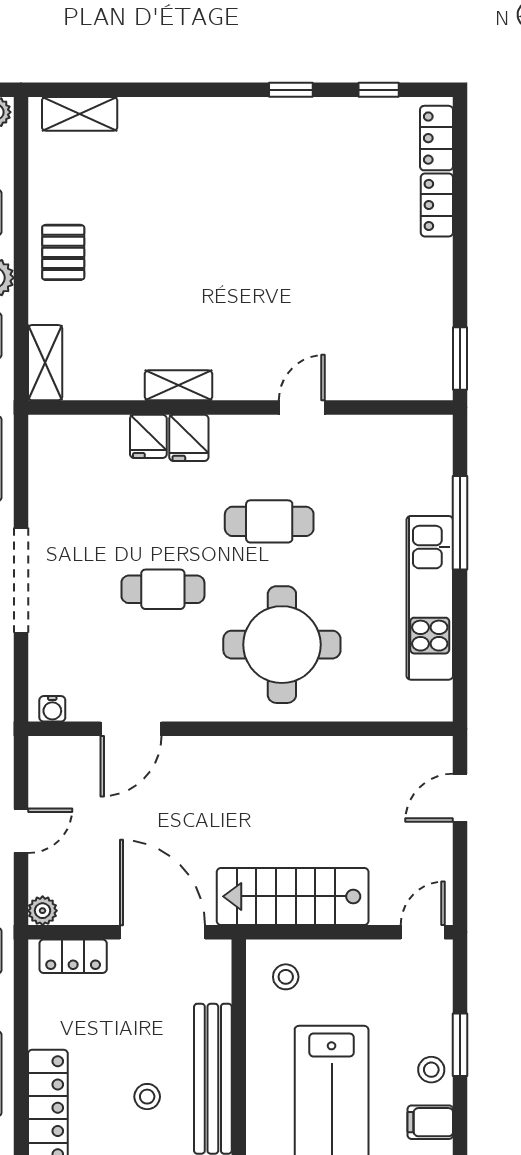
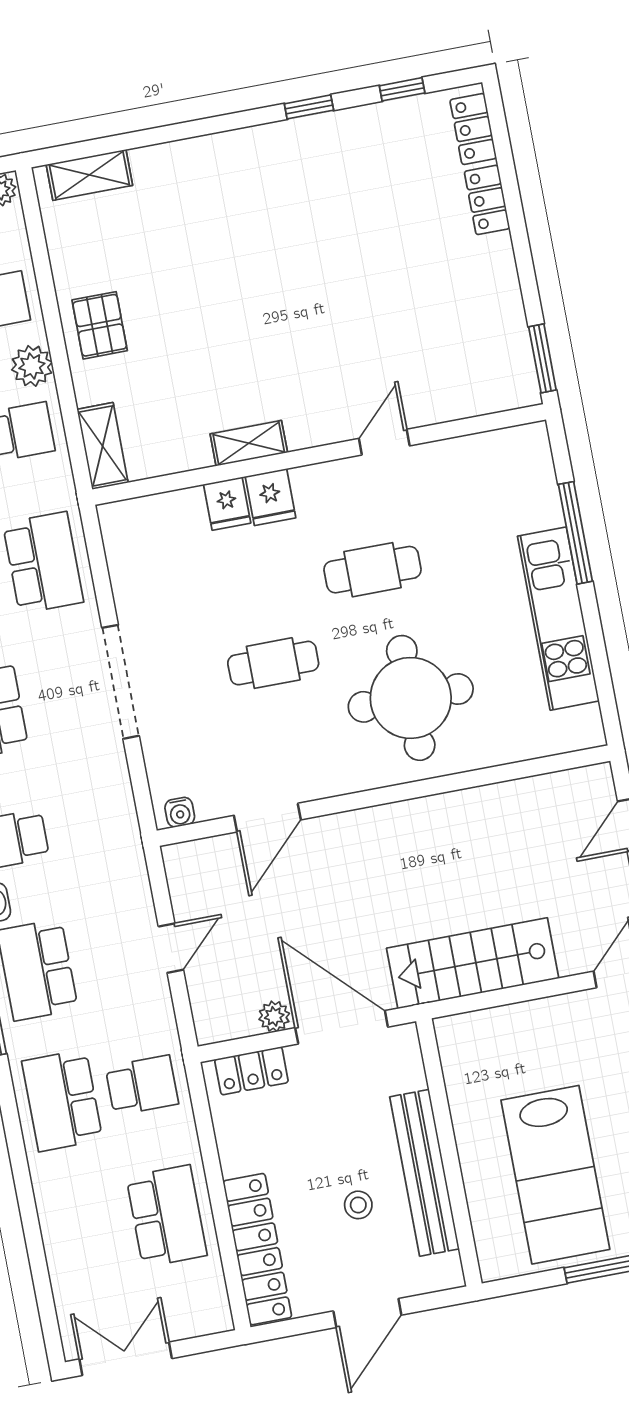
plant: (43, 911) -> (274, 1016), moved
stool: (286, 977) -> (481, 1050), removed

